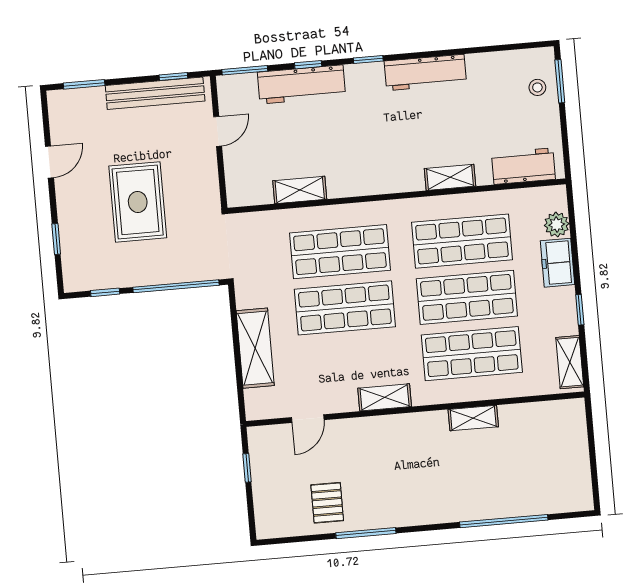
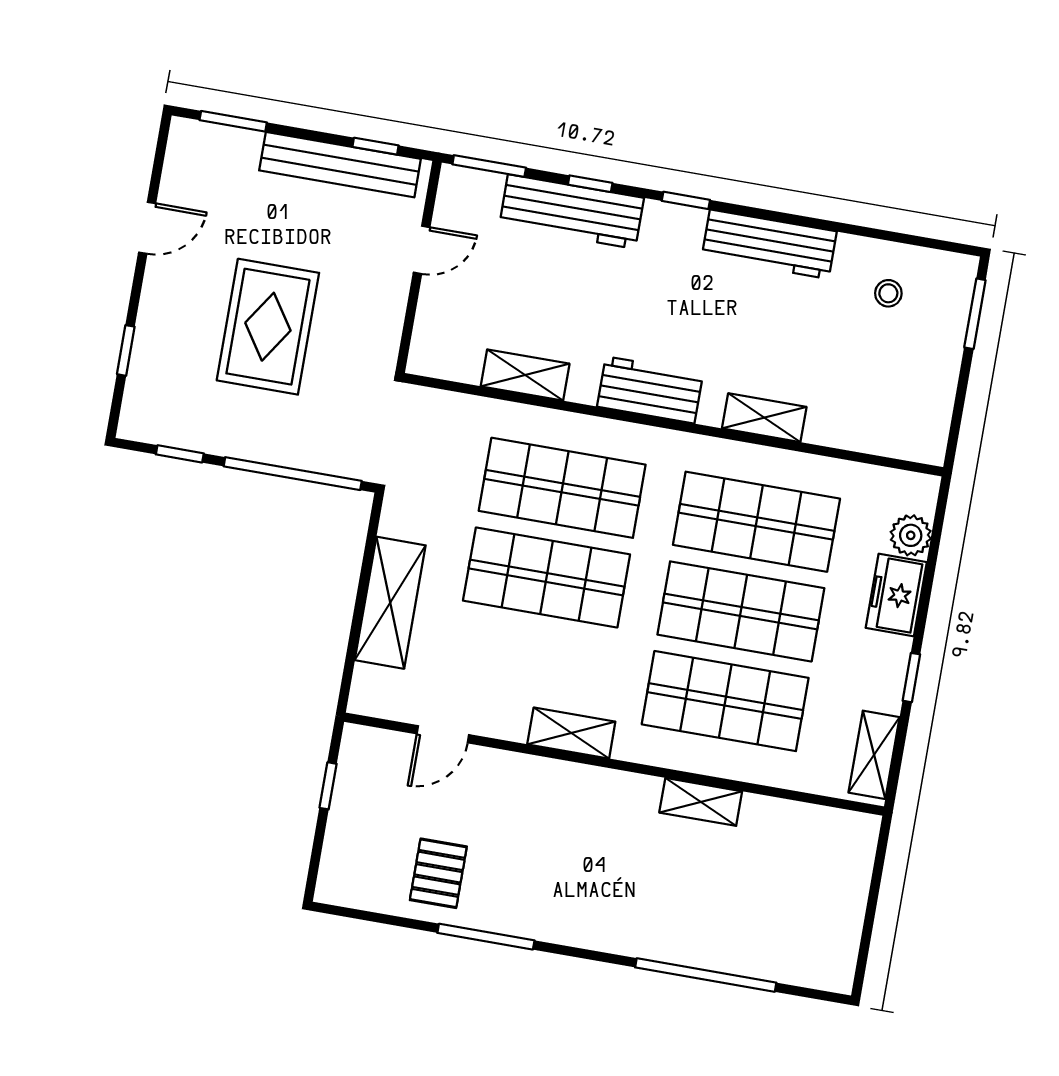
stool: (537, 87) -> (888, 293), moved
workbench: (523, 166) -> (650, 390), moved

